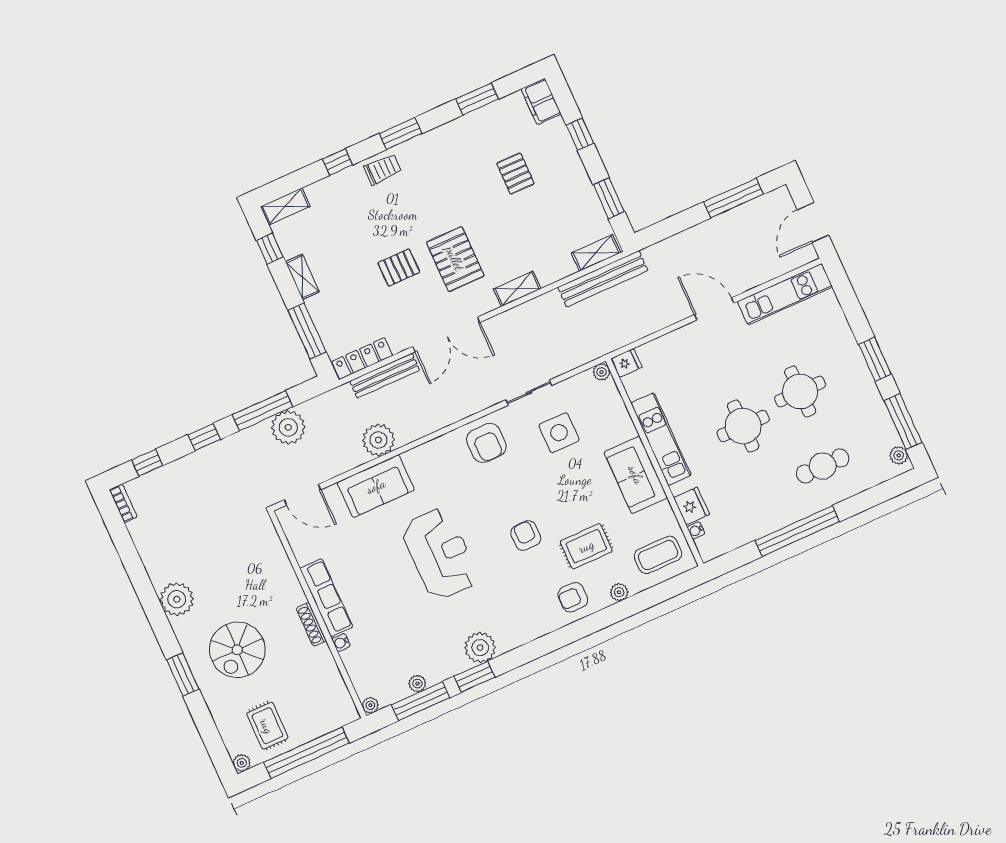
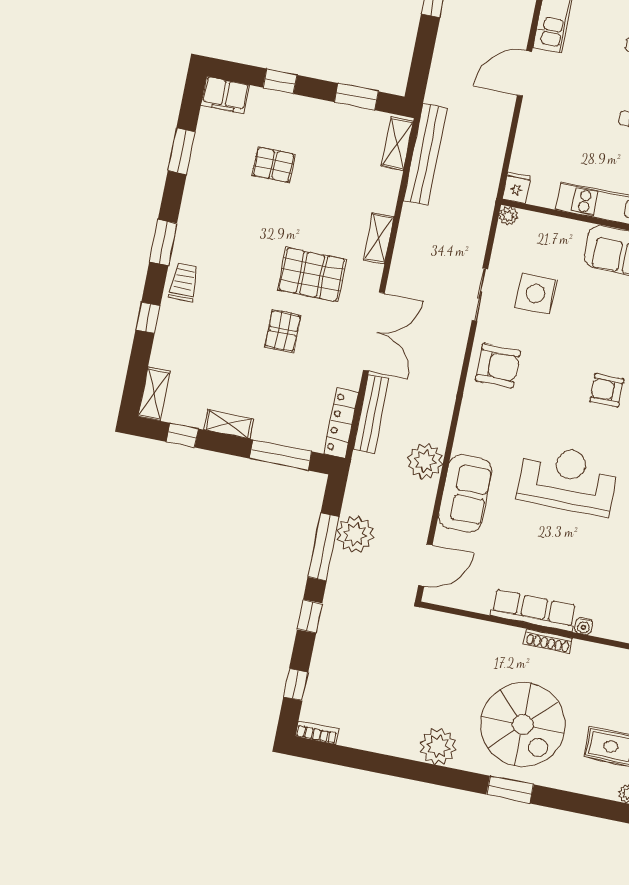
spiral stairs: (237, 650) -> (523, 725), width x1.37, depth x1.37

